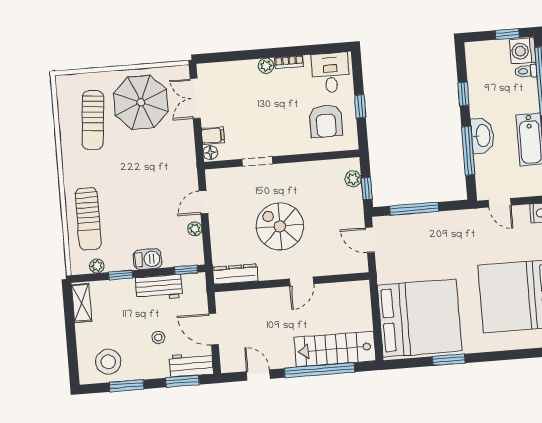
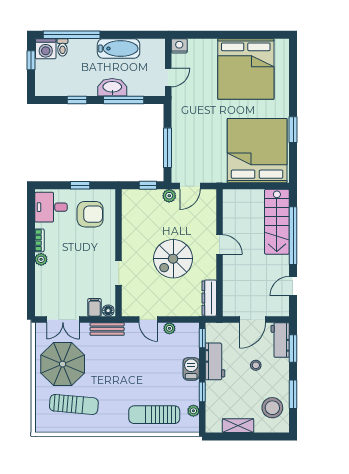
bench: (188, 153) -> (107, 329), added
plant: (353, 179) -> (169, 196), moved
sun lounger: (88, 219) -> (154, 415), turned 180
shelving: (82, 303) -> (238, 426), moved

